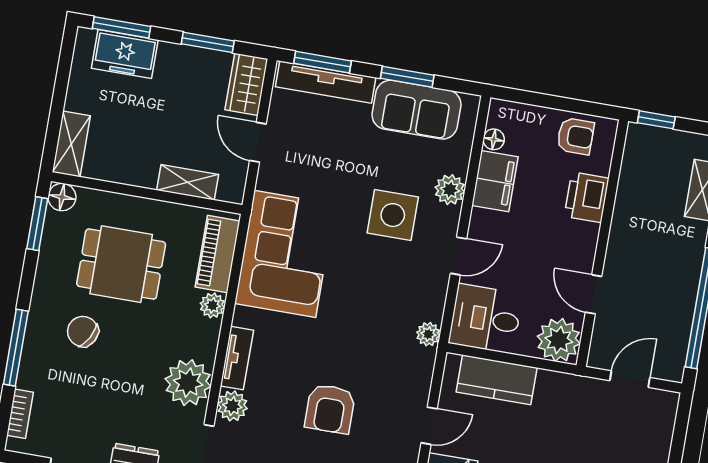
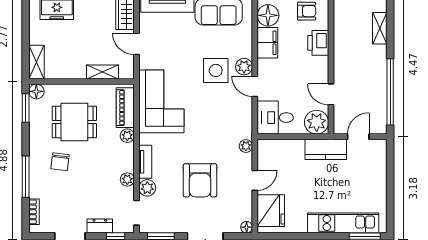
floor lamp: (494, 139) -> (268, 15), width x1.89, depth x1.89
plant: (450, 190) -> (244, 67), moved
door: (458, 256) -> (255, 86), swing flipped
chair: (83, 331) -> (60, 162), turned -112
plant: (428, 334) -> (246, 146), moved
kitchen counter: (497, 380) -> (326, 149), moved
plant: (188, 383) -> (127, 179), width x0.53, depth x0.53
armchair: (330, 409) -> (200, 180), width x1.36, depth x1.36

